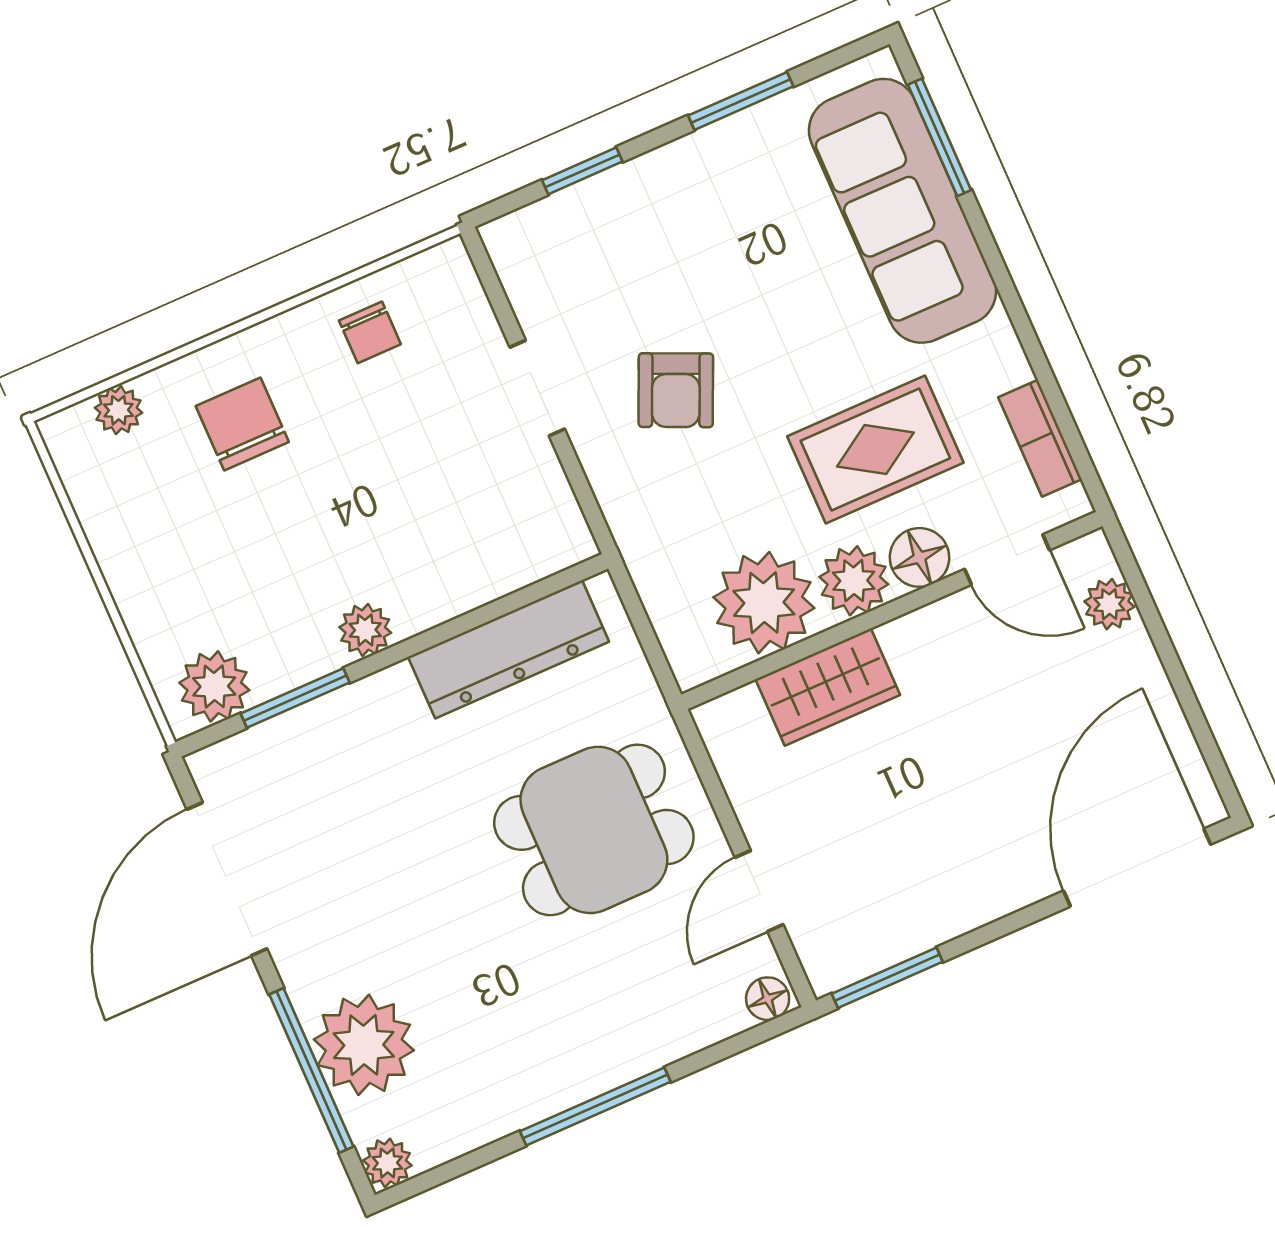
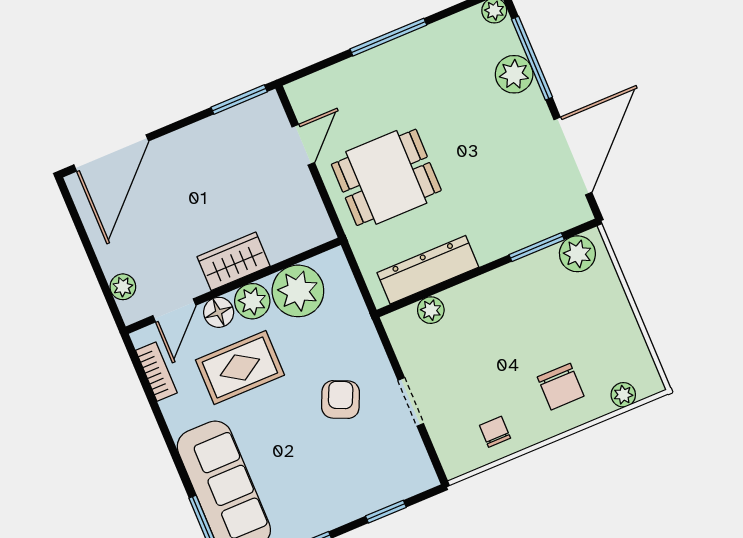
door: (1007, 560) -> (174, 310), swing flipped
plant: (365, 630) -> (431, 310), moved
wardrobe: (828, 687) -> (233, 261), moved
floor lamp: (768, 999) -> (300, 90), removed
plant: (364, 1045) -> (514, 74), width x0.73, depth x0.73

